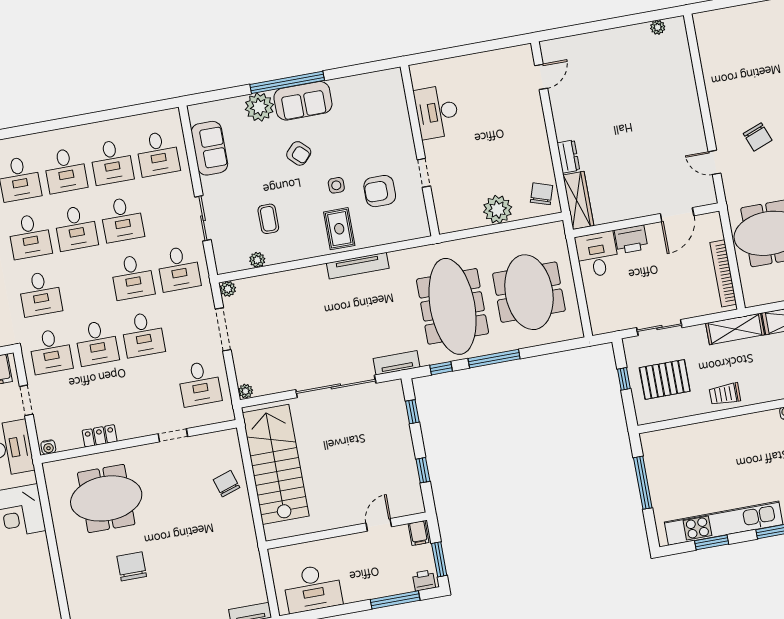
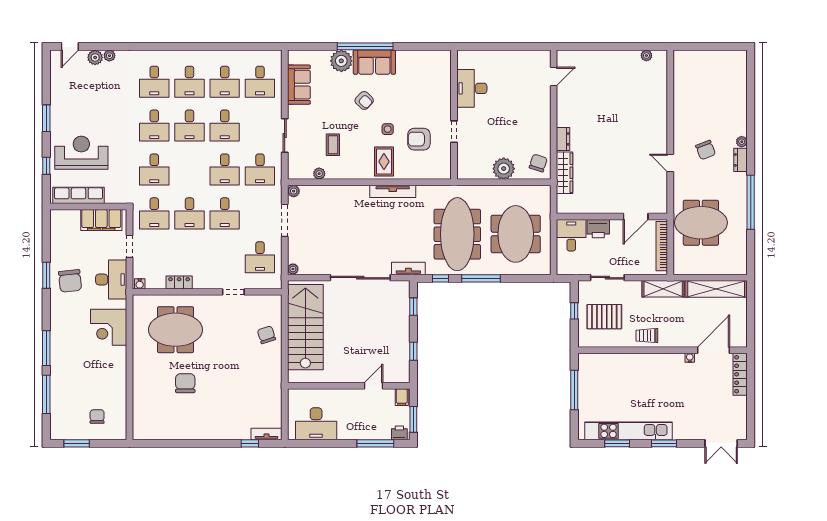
door: (677, 215) -> (636, 216), moved
wall: (646, 220) -> (612, 216), moved
printer: (631, 239) -> (598, 229), moved
desk: (597, 255) -> (571, 235), moved

